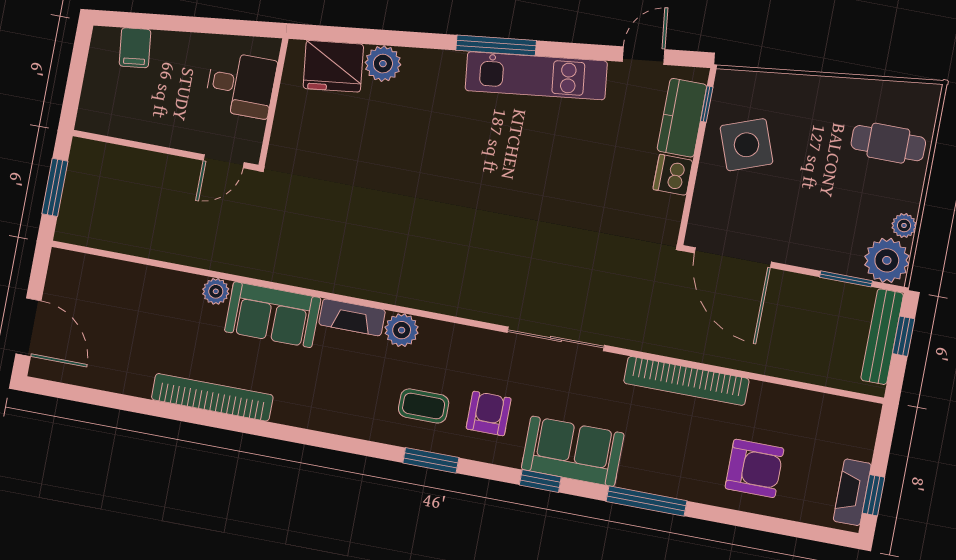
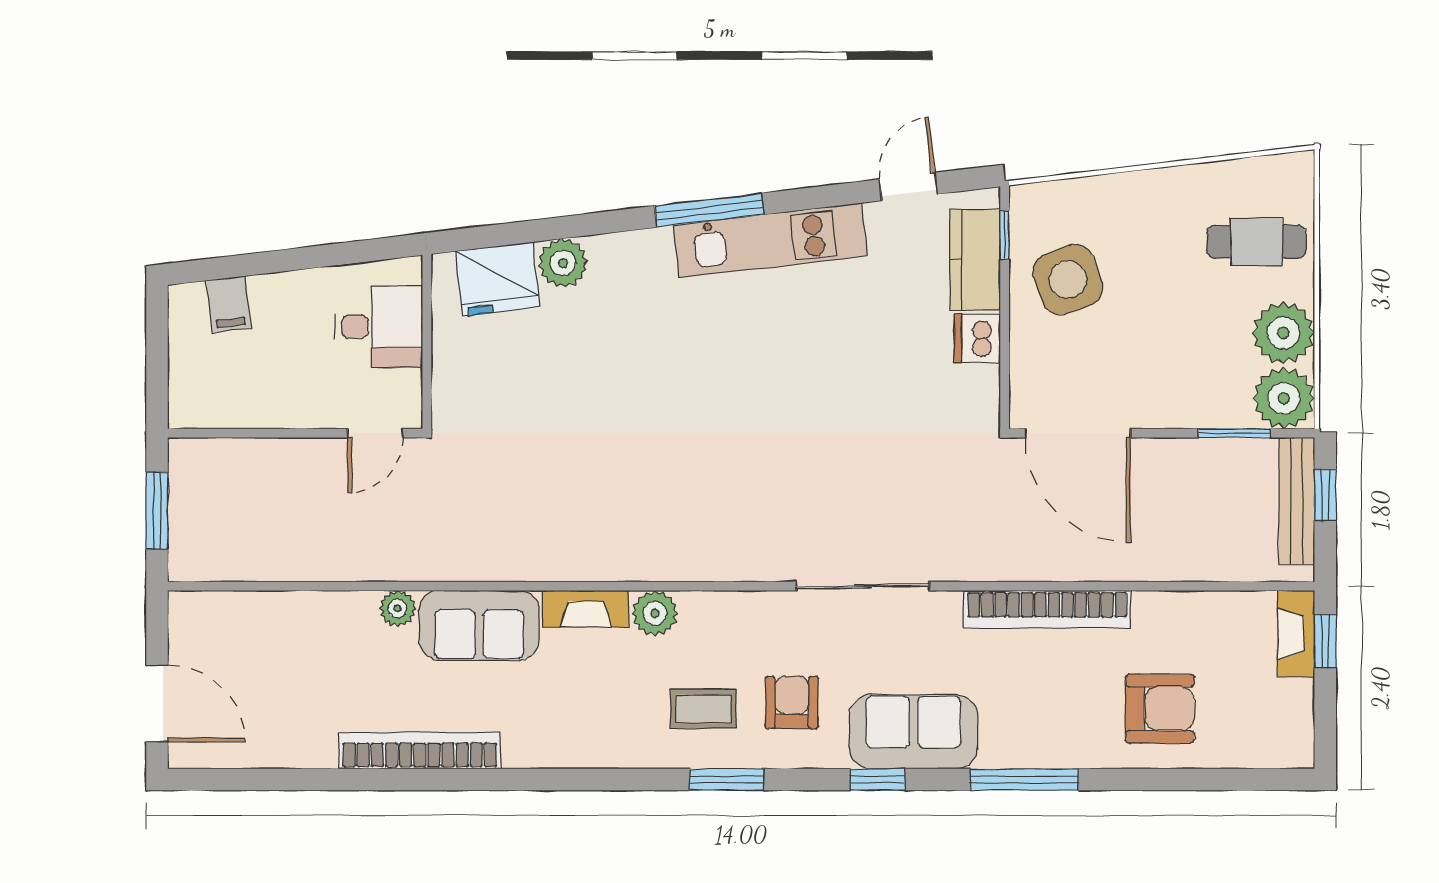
plant: (904, 225) -> (1283, 333), width x1.88, depth x1.88
fireplace: (852, 492) -> (1296, 634), moved
window: (873, 495) -> (1325, 641), moved

